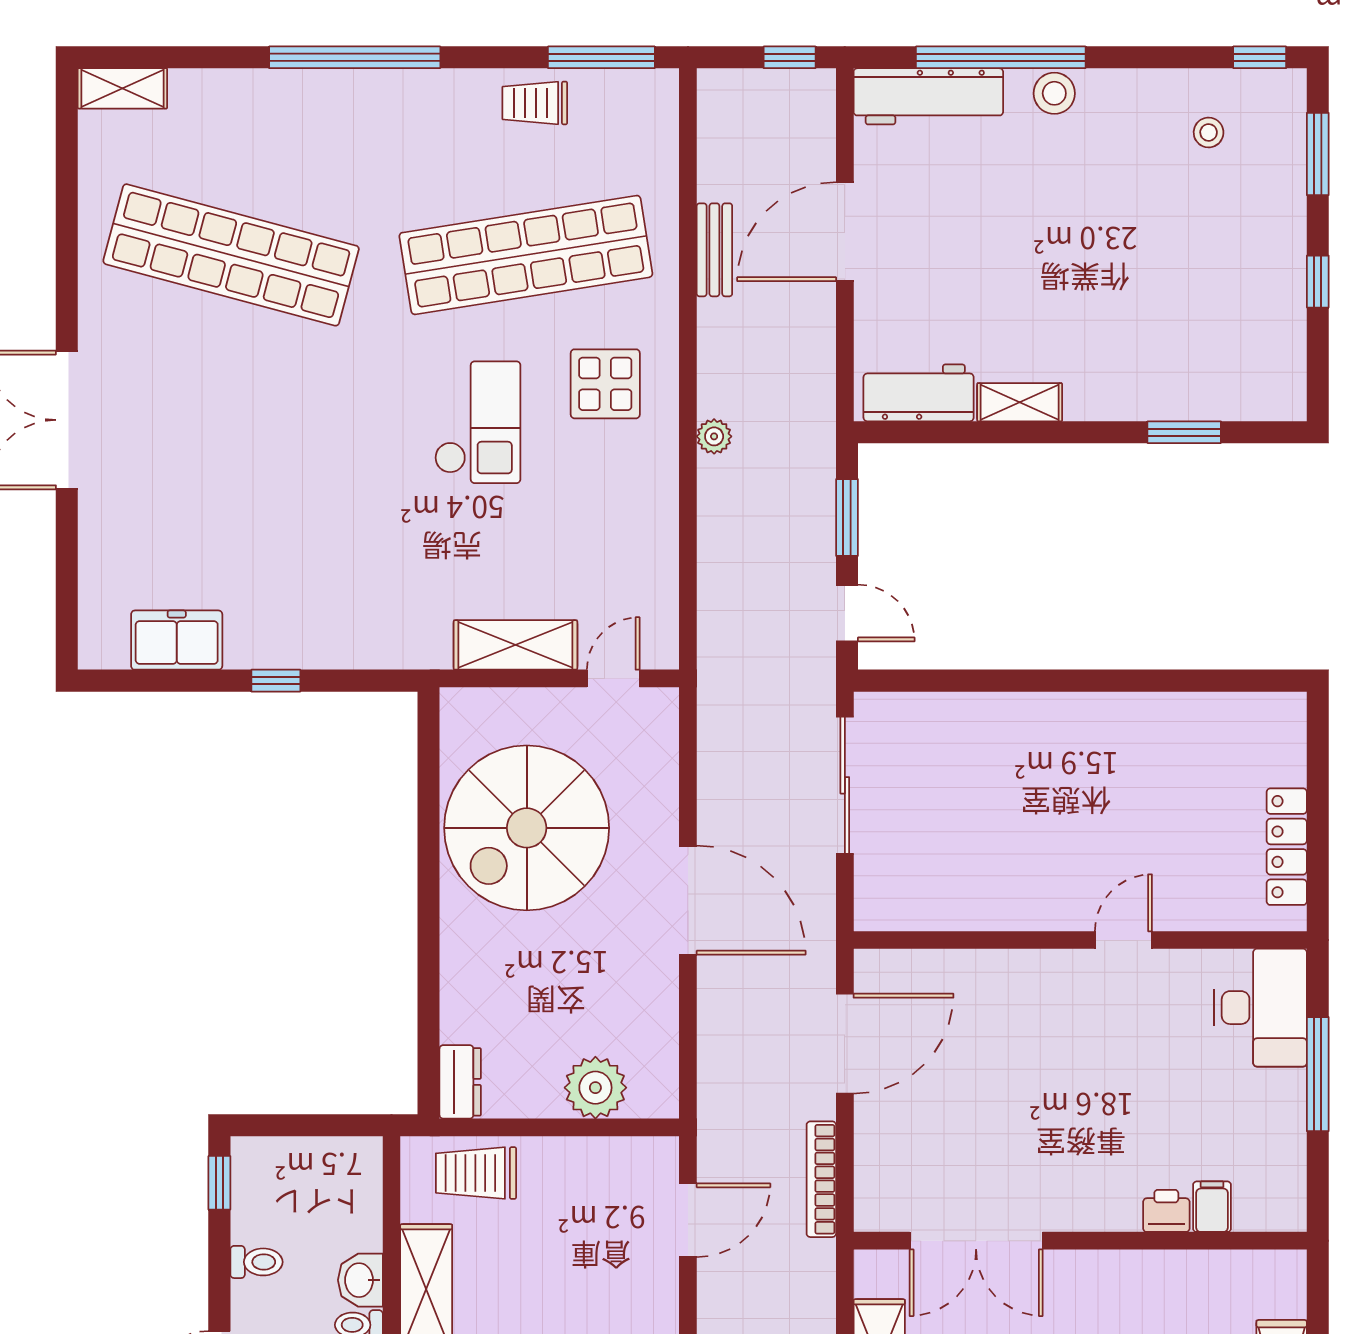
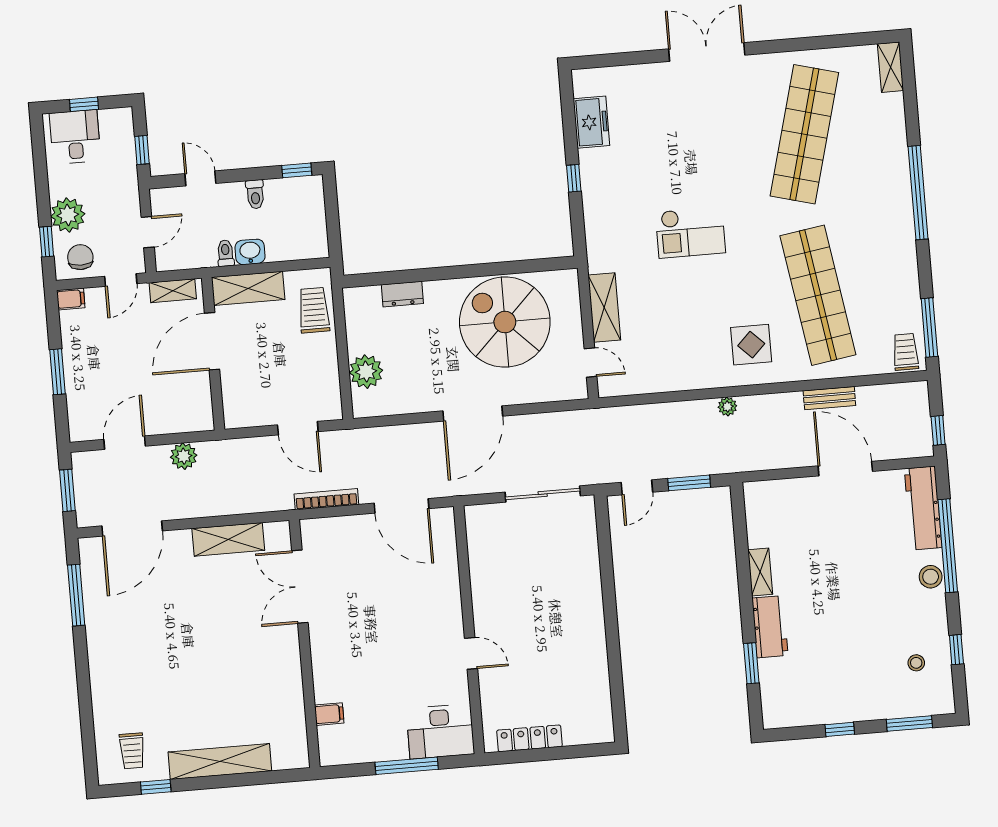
window: (1260, 57) -> (956, 650), moved
trolley: (535, 103) -> (906, 352), moved
workbench: (919, 393) -> (770, 627), moved
checkout: (478, 422) -> (690, 232), moved
dresser: (460, 1082) -> (402, 294), moved
printer: (1166, 1211) -> (325, 689), removed

